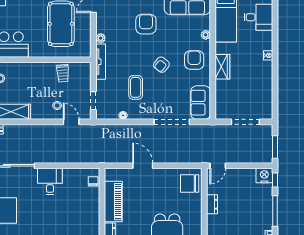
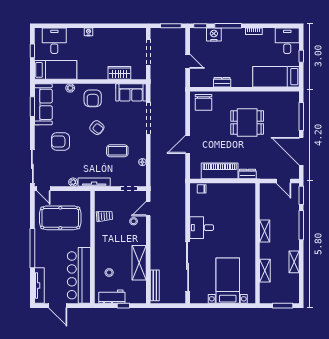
armchair: (194, 60) -> (93, 98), turned -90
wardrobe: (222, 67) -> (119, 73), moved
door: (218, 166) -> (188, 61), moved
nightstand: (264, 176) -> (214, 35), moved, turned 90

